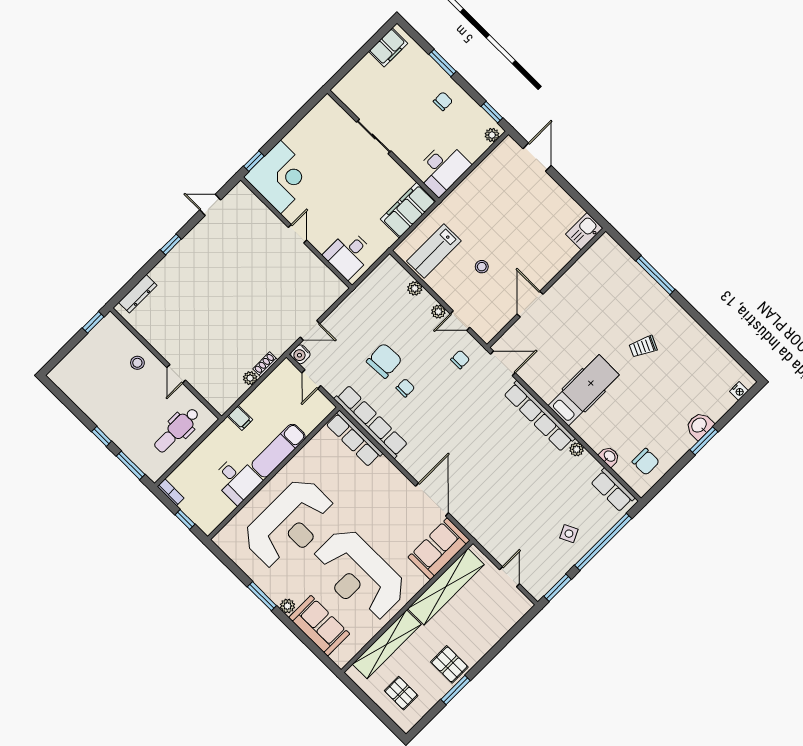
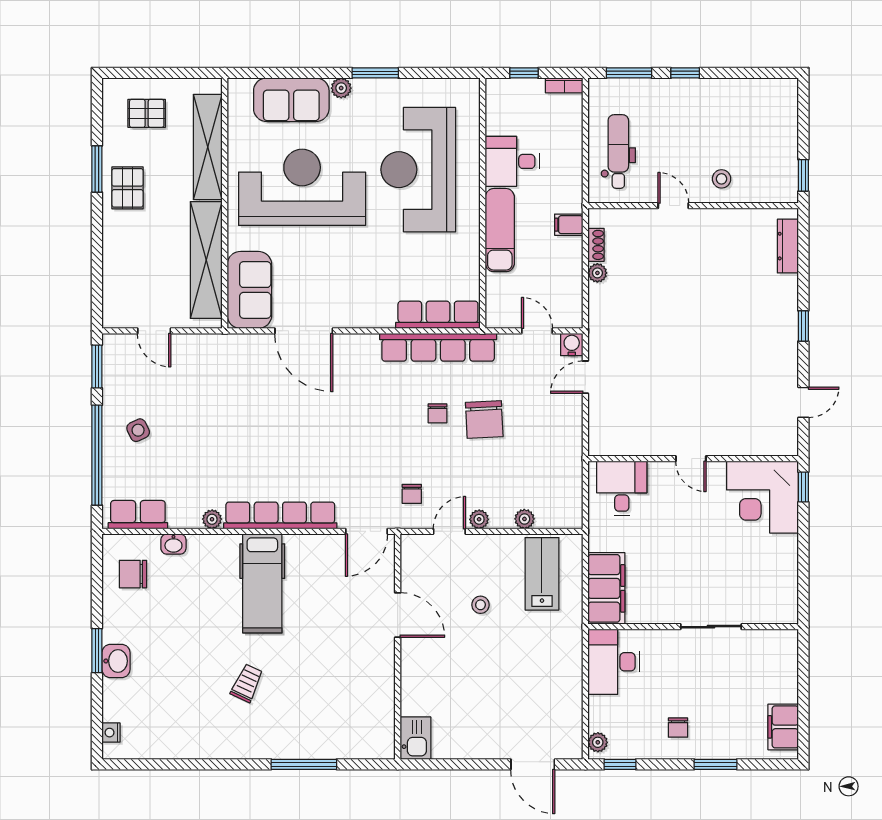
shoe rack: (265, 364) -> (596, 245), moved
pallet: (449, 664) -> (128, 188), turned 90

